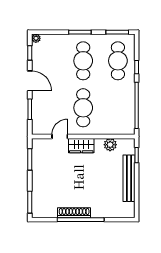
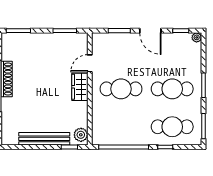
door: (30, 81) -> (150, 31), hinge flipped
door: (60, 136) -> (90, 63), swing flipped
plant: (110, 145) -> (81, 135), moved

